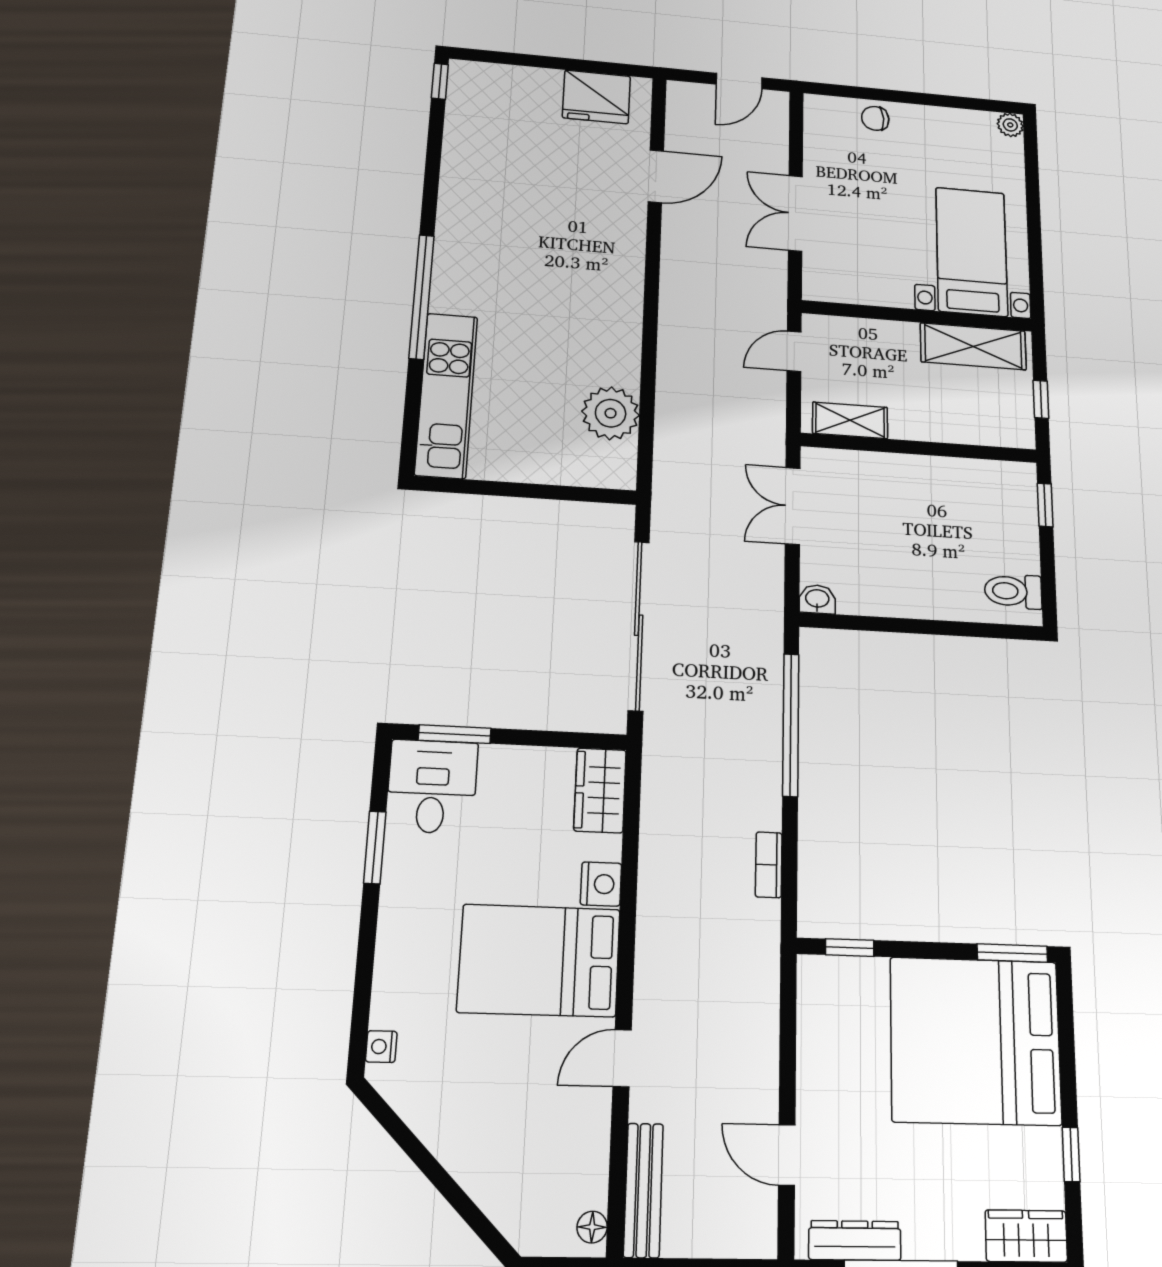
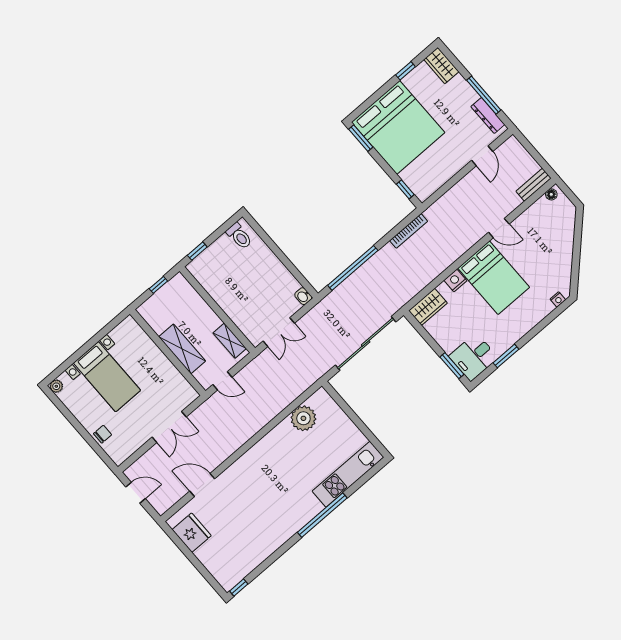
chair: (875, 118) -> (103, 434), turned -86
bed with nightstands: (972, 252) -> (107, 377), moved, turned -90
shelving: (973, 346) -> (182, 349), moved
bookcase: (769, 865) -> (409, 231), width x1.56
bench: (643, 1190) -> (534, 185), width x0.73

